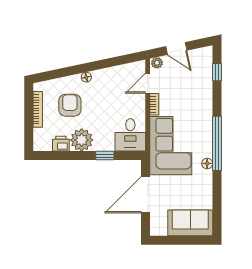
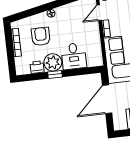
desk: (130, 135) -> (74, 56), moved
window: (105, 156) -> (55, 74), moved

